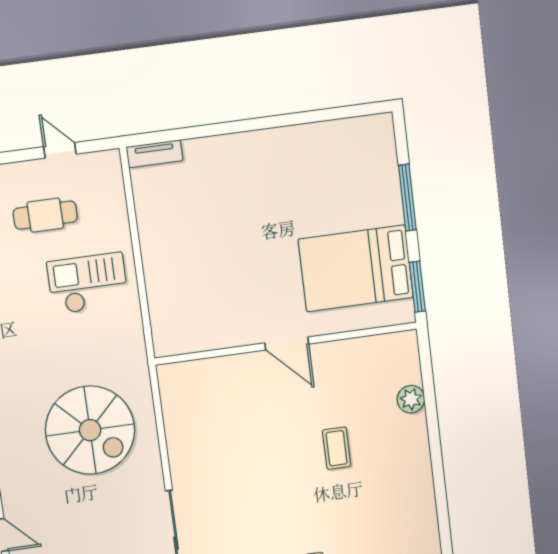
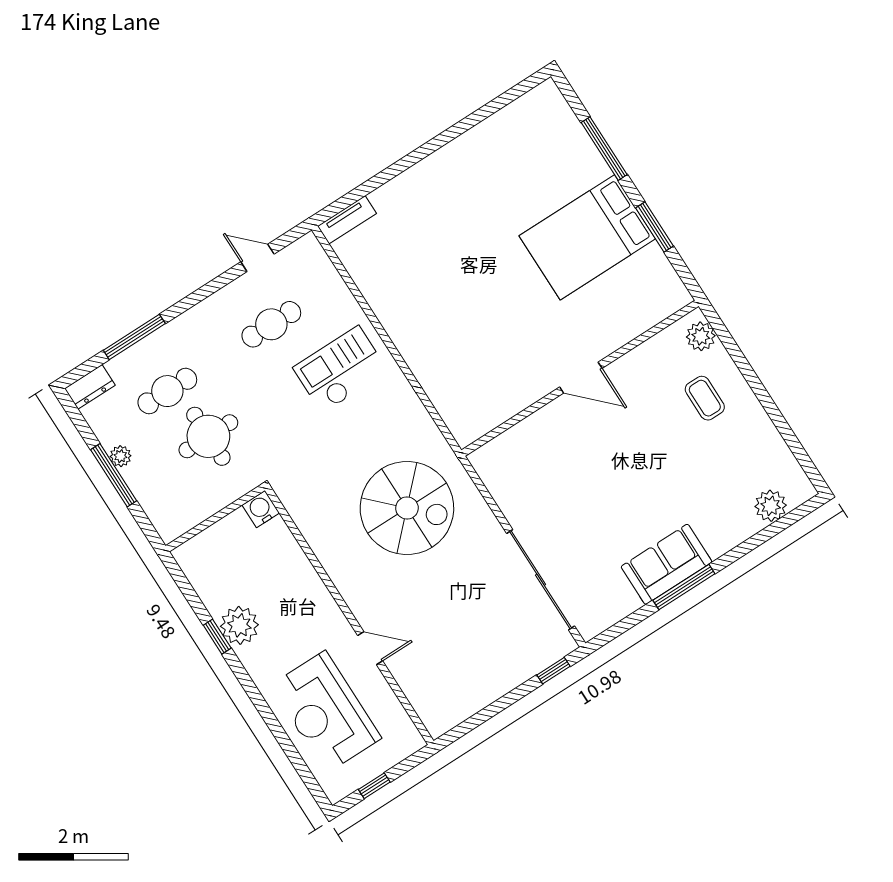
door: (287, 343) -> (581, 378), moved
wall: (286, 344) -> (580, 378), moved
coffee table: (337, 448) -> (705, 398), moved

